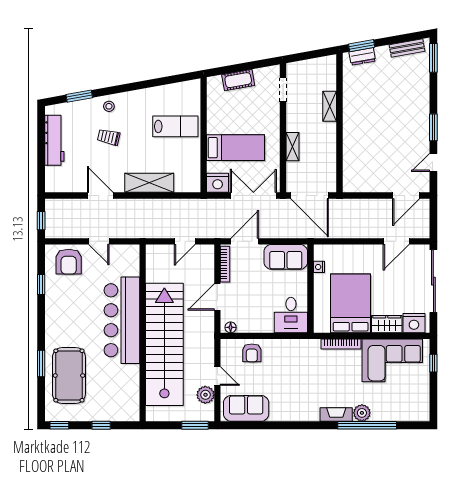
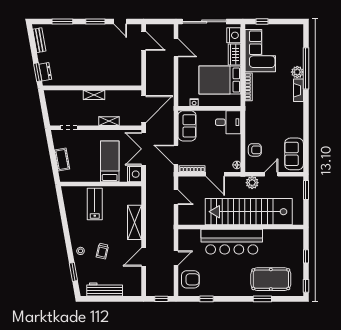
window: (433, 58) -> (62, 22), moved
shelving: (330, 106) -> (94, 95), moved
plant: (205, 395) -> (252, 183), moved

